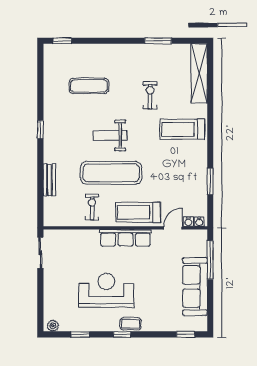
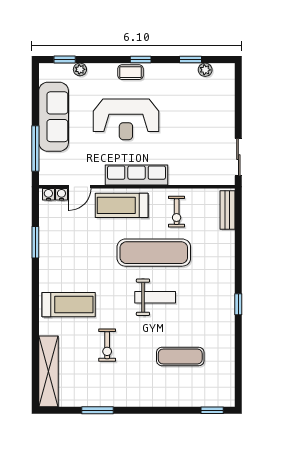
bench: (49, 180) -> (227, 210), moved
treadmill: (138, 212) -> (122, 205), turned 180
reception desk: (106, 290) -> (126, 119), moved
plant: (53, 326) -> (205, 70), moved
plant: (173, 326) -> (80, 69), added

